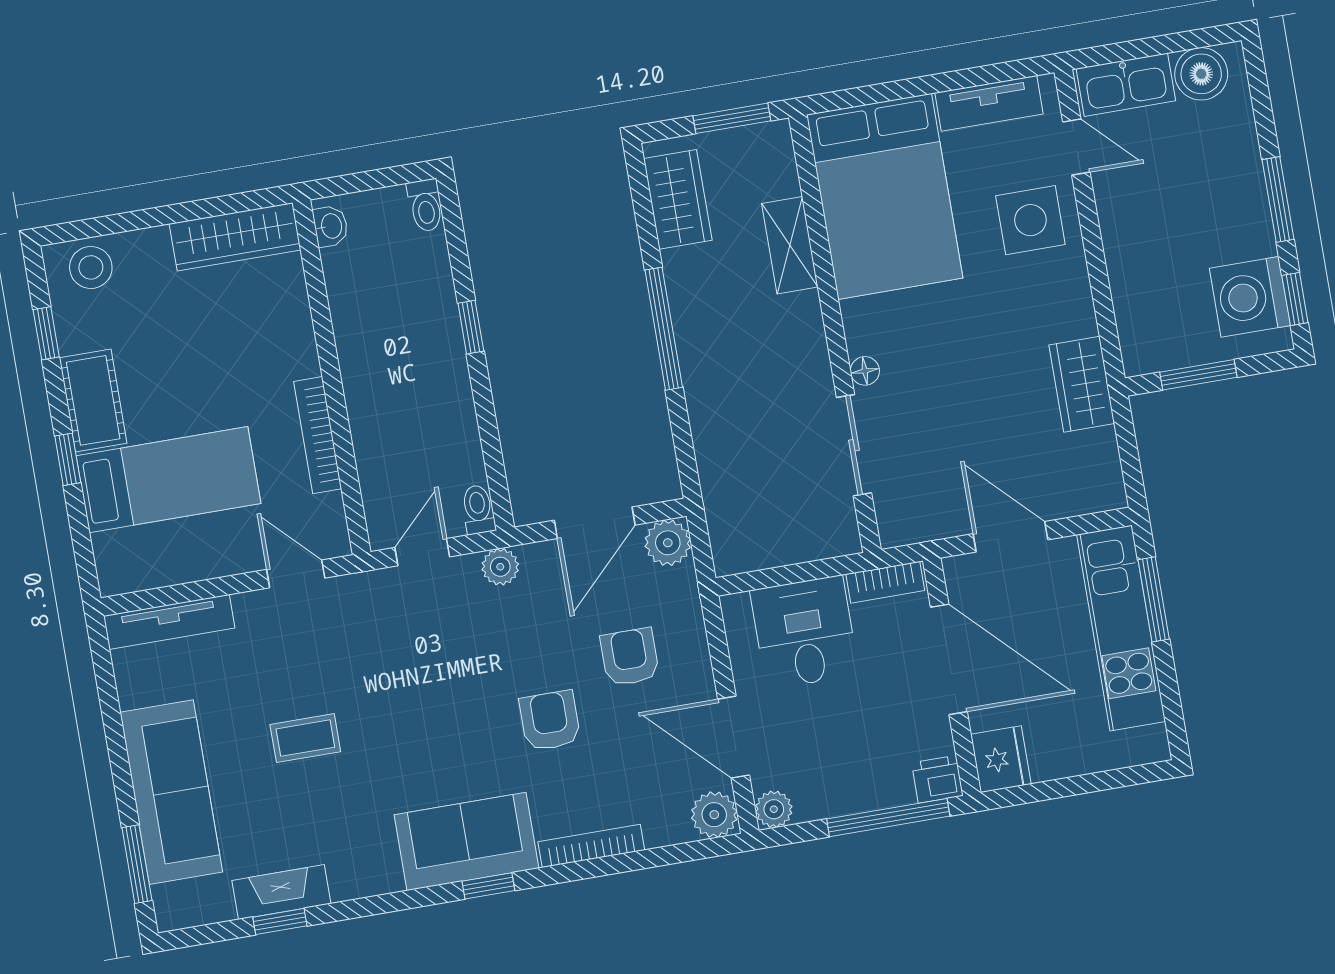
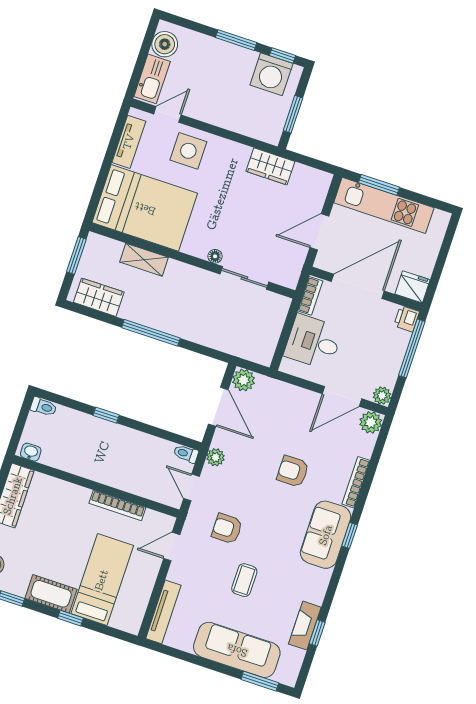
armchair: (630, 657) -> (227, 529), moved

